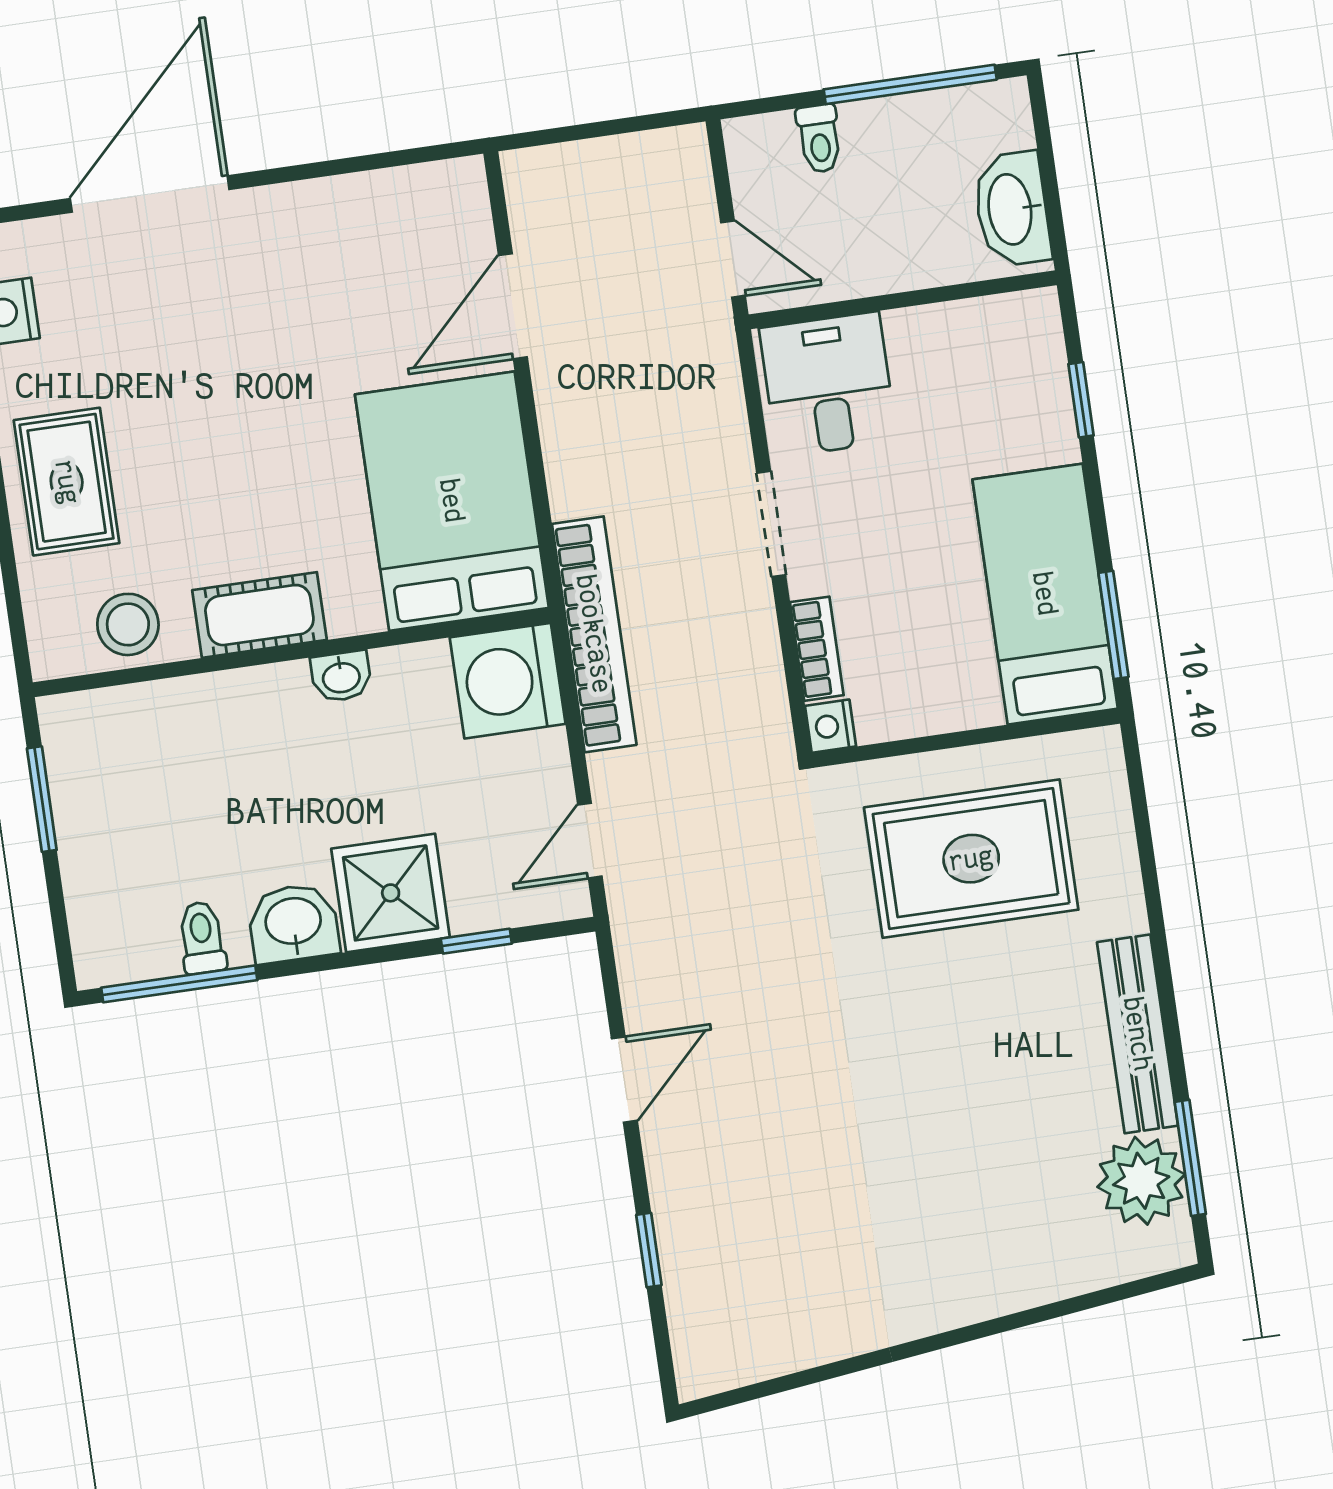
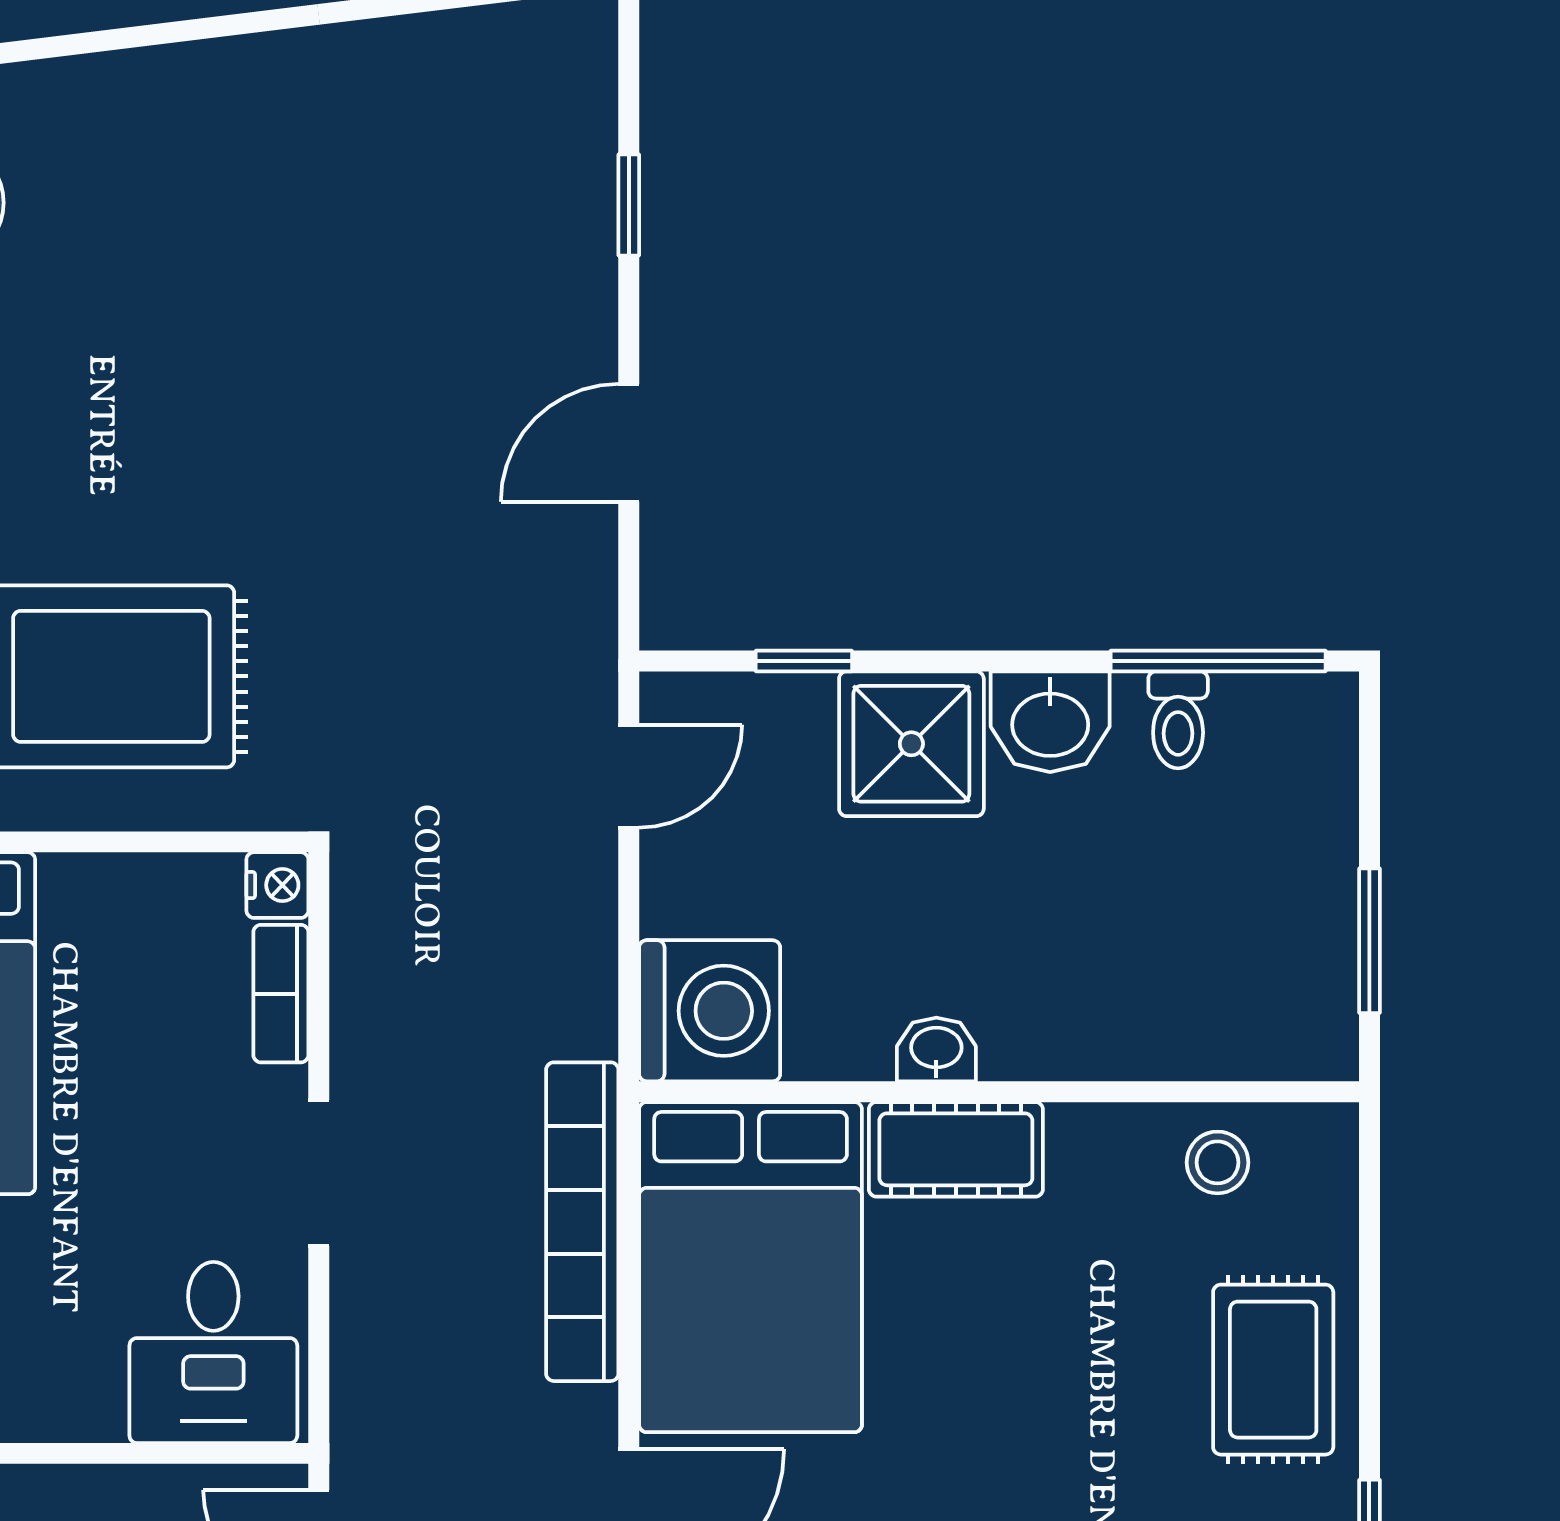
cot: (259, 615) -> (956, 1149), moved
stool: (128, 624) -> (1217, 1162), width x0.73, depth x0.73
bookcase: (594, 634) -> (582, 1222), moved

